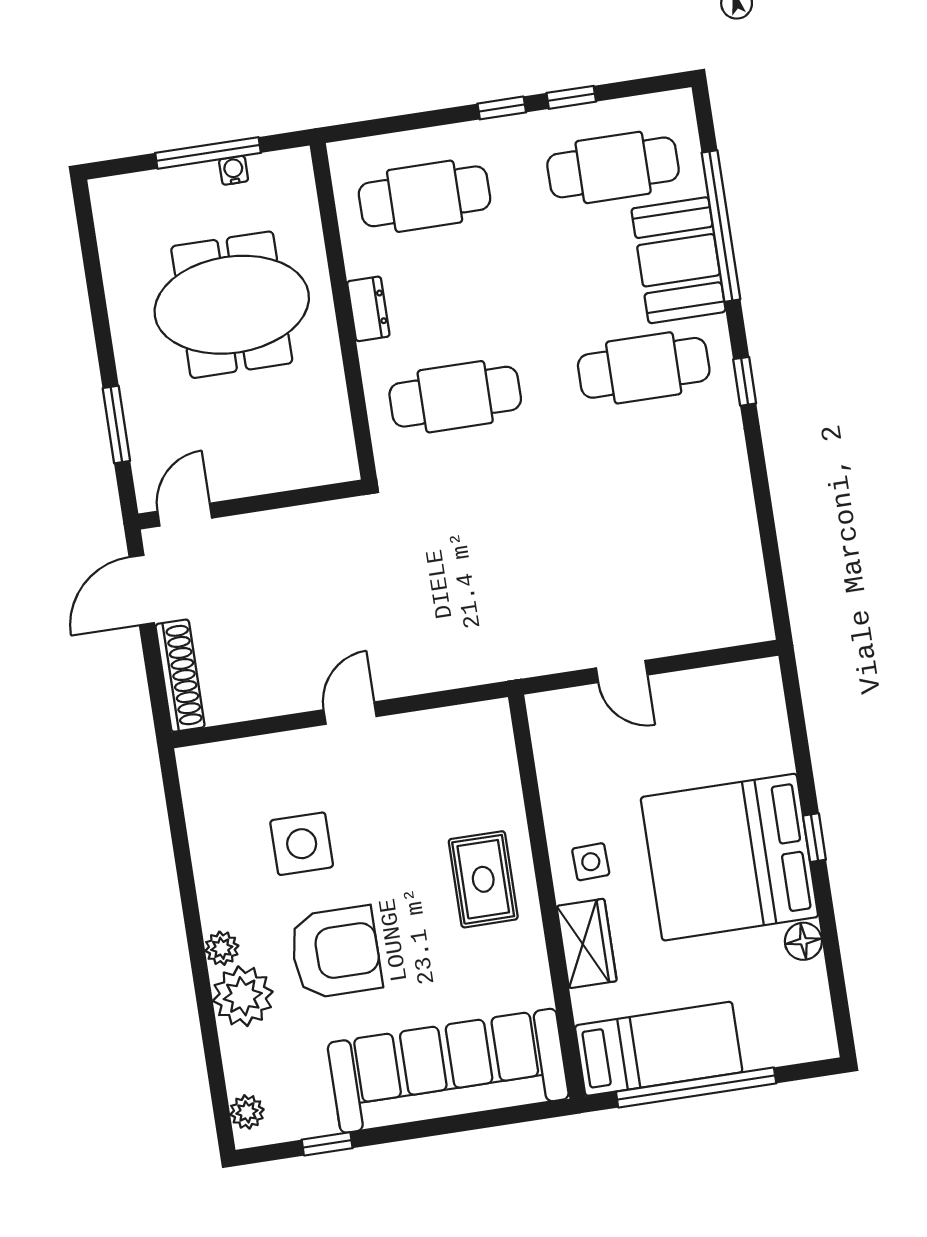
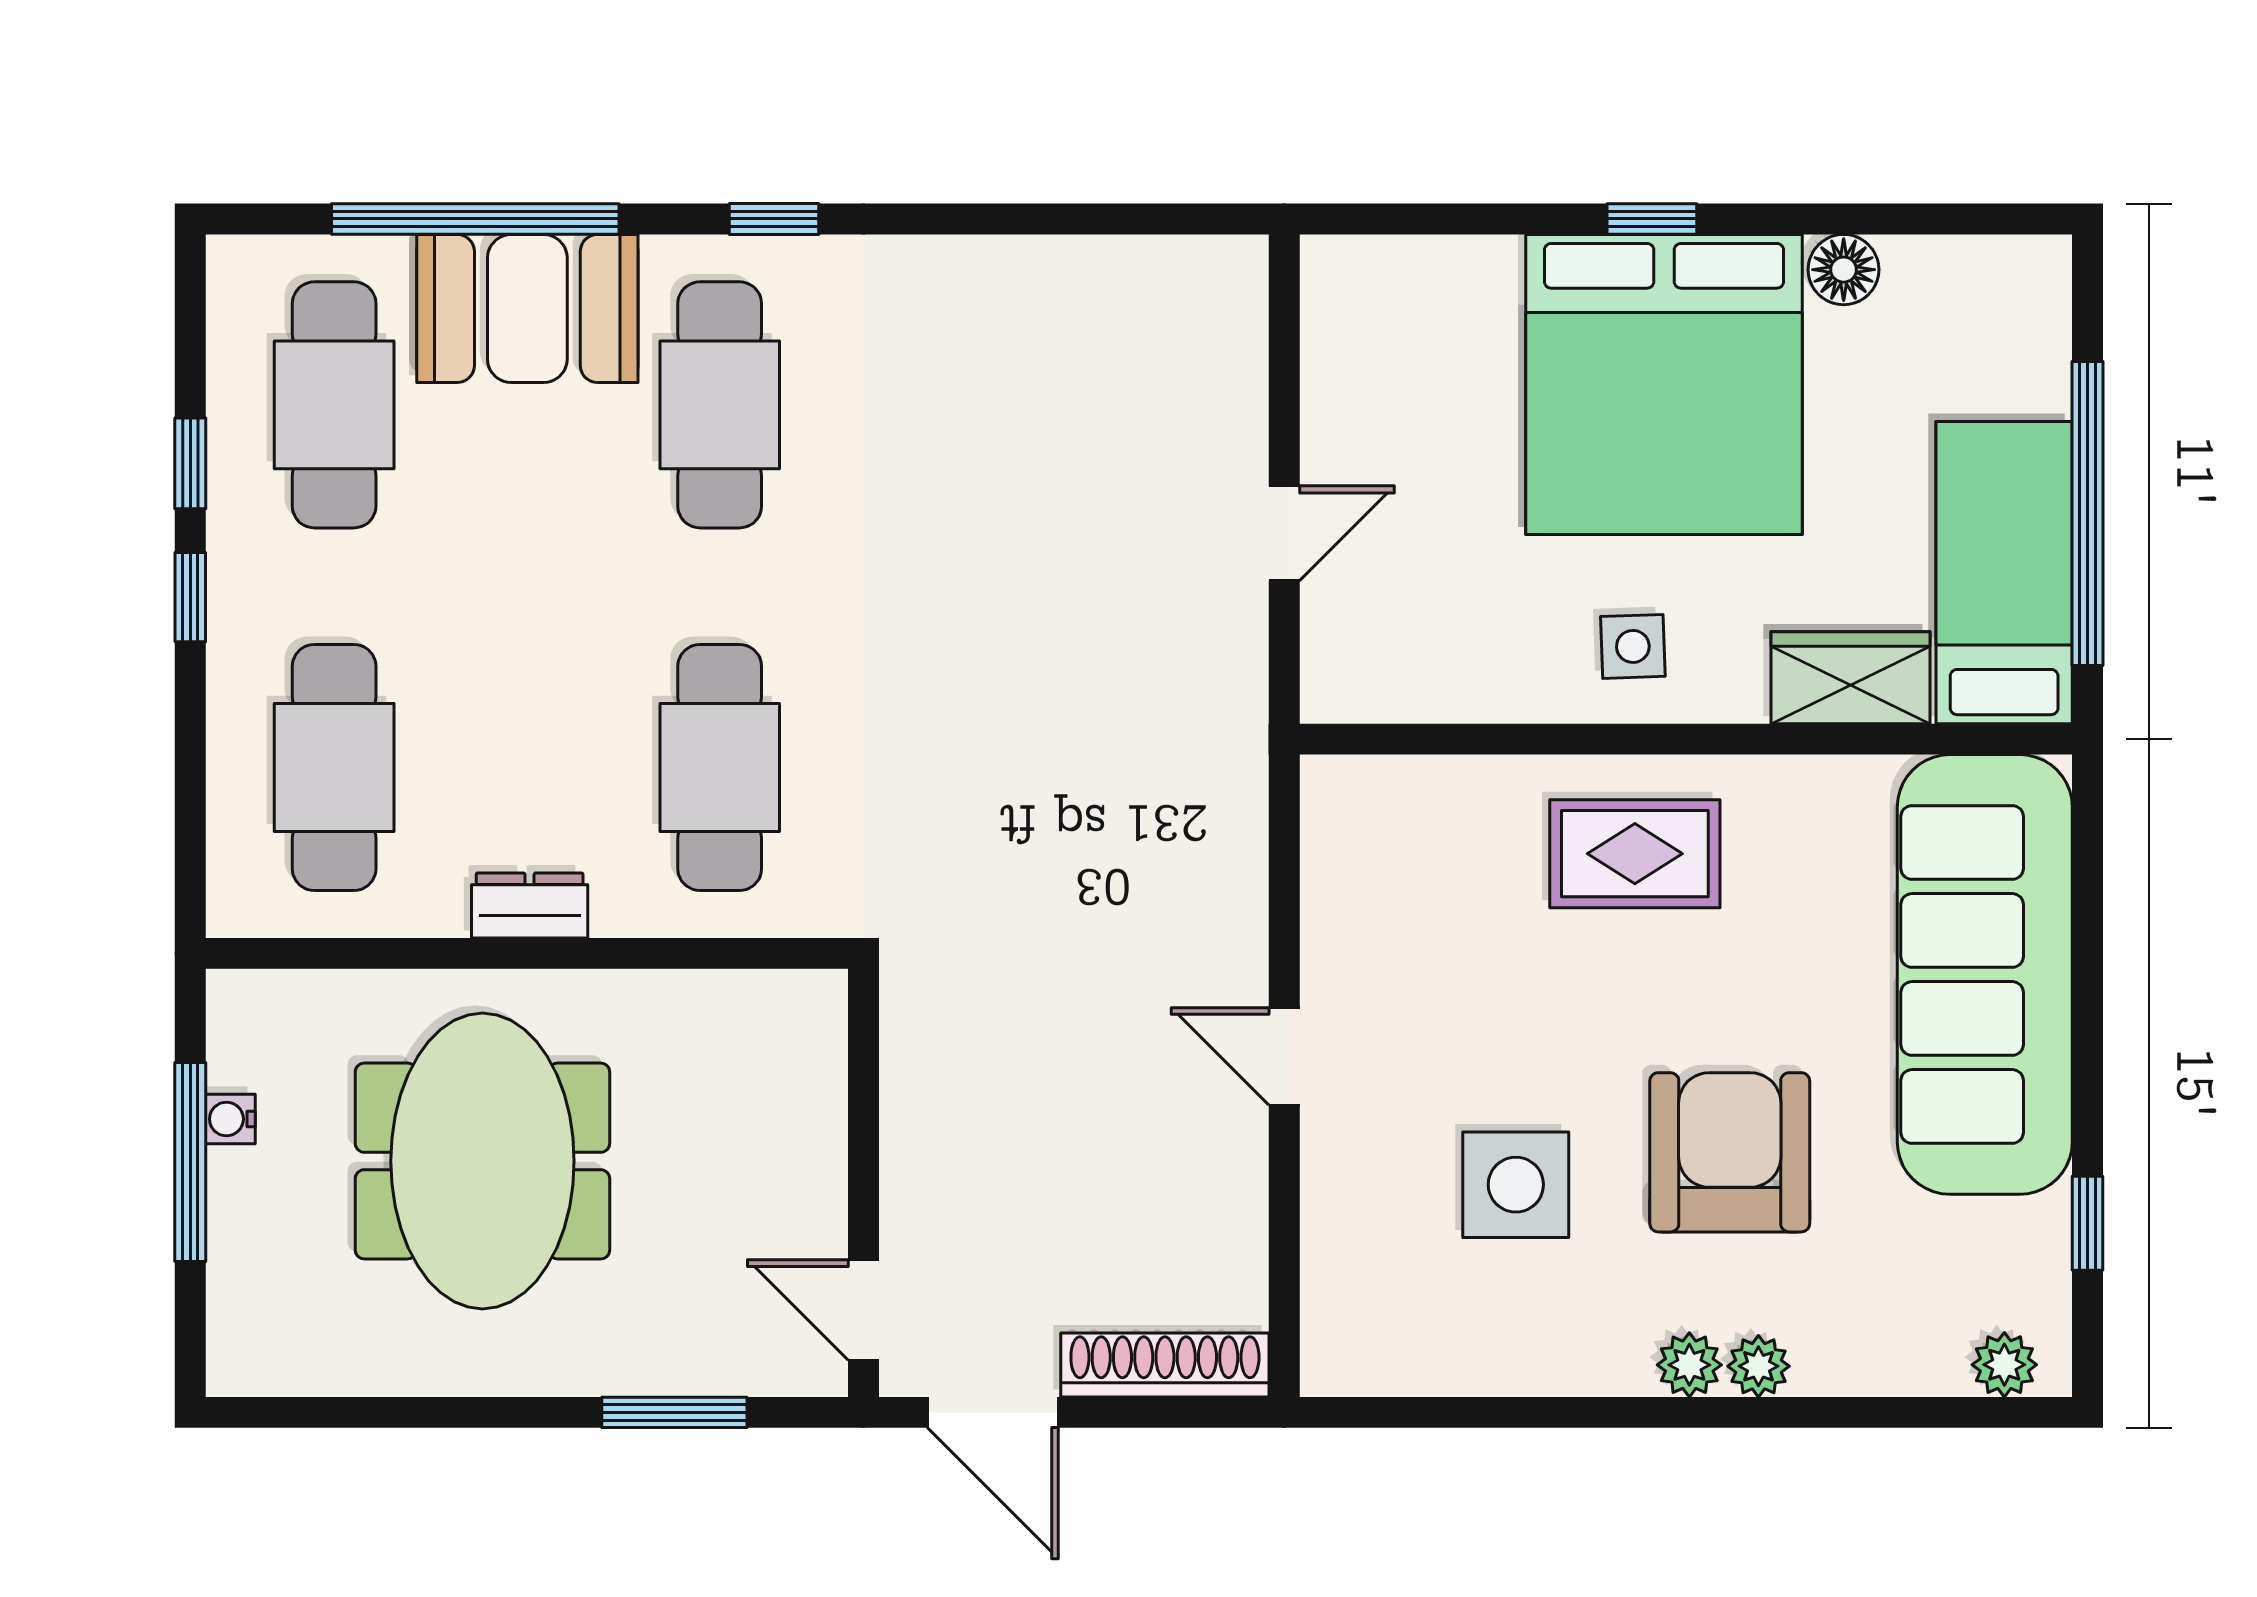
wardrobe: (587, 943) -> (1851, 678), moved
plant: (243, 996) -> (1758, 1366), width x0.53, depth x0.53

